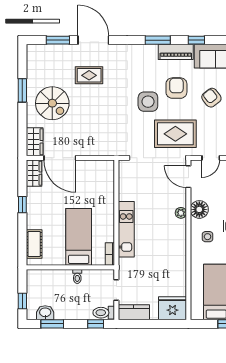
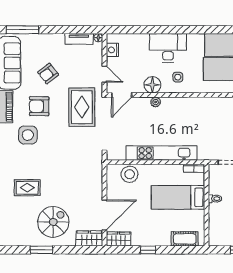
rug: (89, 75) -> (27, 188), turned 90
side table: (148, 102) -> (28, 135), moved
stool: (103, 185) -> (130, 174), added
kitchen unit: (126, 229) -> (161, 153), width x1.36

